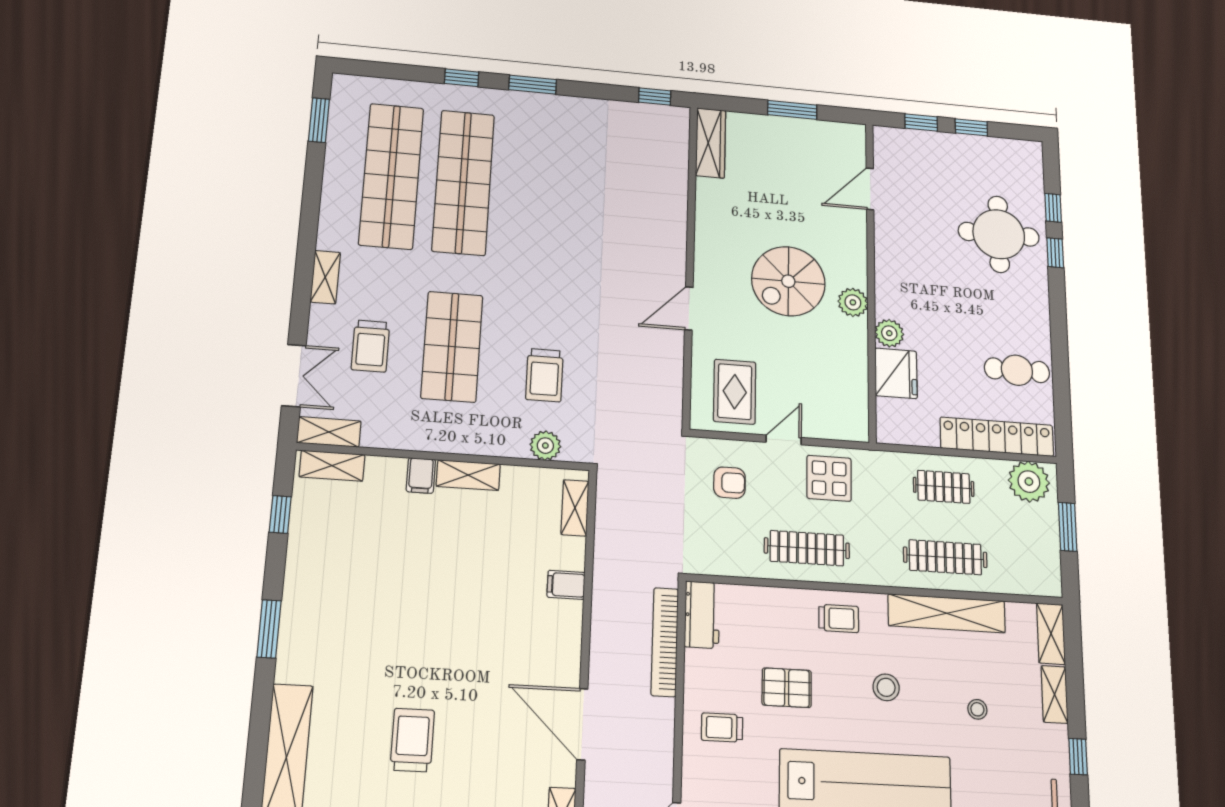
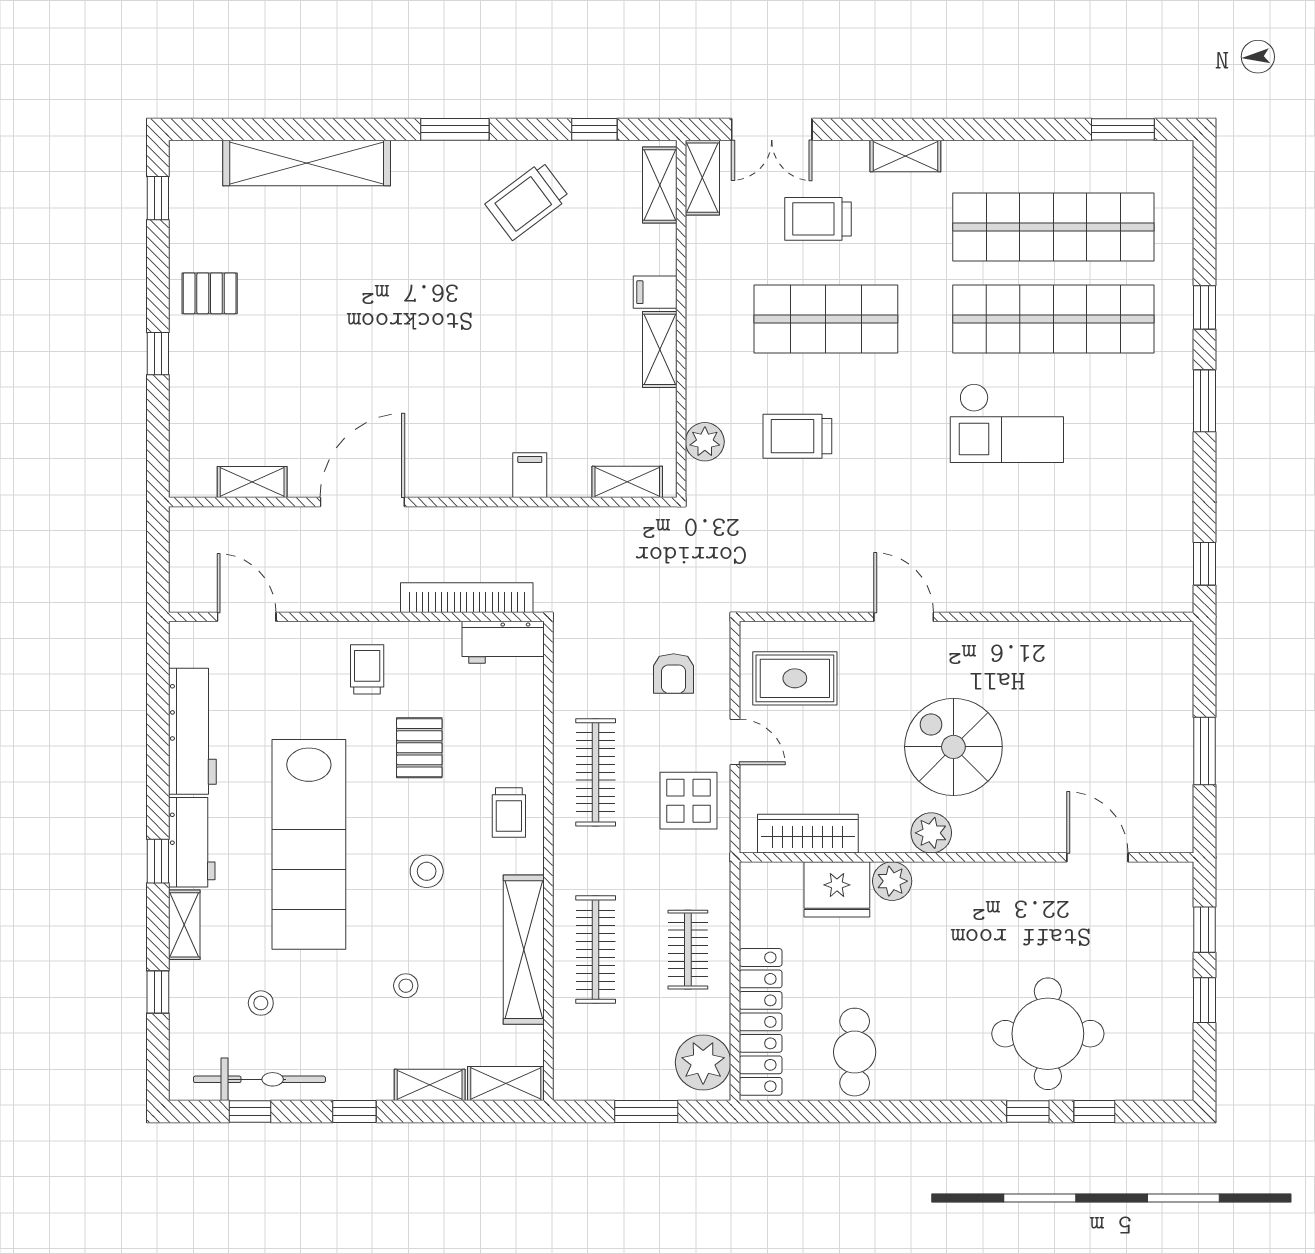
wardrobe: (711, 143) -> (808, 834), moved, turned 180
checkout: (542, 222) -> (1007, 423), added
trolley: (412, 740) -> (527, 201), moved, turned 143

